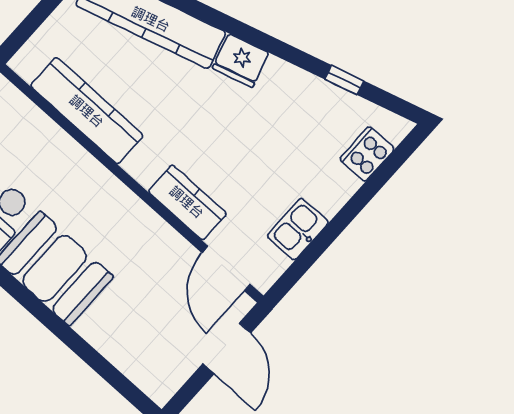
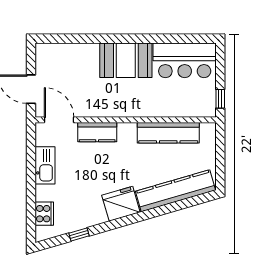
fridge: (241, 61) -> (121, 204), width x1.36, depth x1.34
kitchen sink: (298, 229) -> (45, 165), width x1.38

